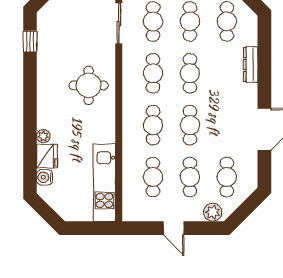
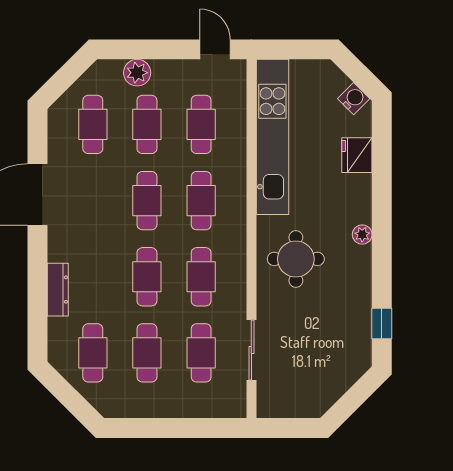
plant: (43, 136) -> (362, 235), moved
water cooler: (45, 177) -> (354, 99), moved, turned -45
kitchen unit: (104, 183) -> (272, 137), width x1.36
plant: (213, 212) -> (137, 73), moved
door: (174, 228) -> (215, 49), moved

